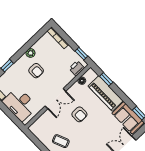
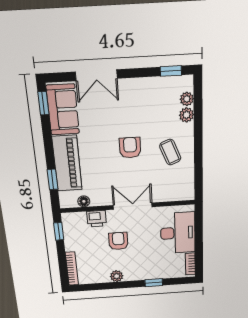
printer: (77, 68) -> (97, 219), moved
armchair: (36, 71) -> (118, 241), moved
armchair: (79, 114) -> (130, 148), moved

